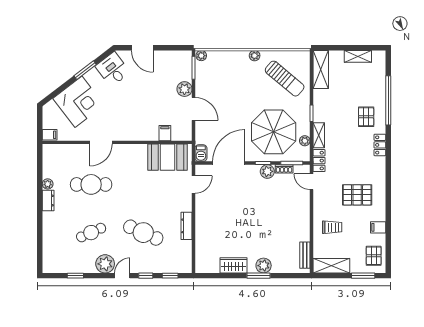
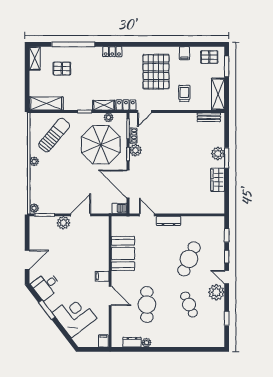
shelving: (358, 56) -> (35, 58), moved
pallet: (366, 117) -> (62, 69), moved
filing cabinet: (165, 133) -> (102, 276), moved
booth: (168, 157) -> (123, 253), moved
pallet: (357, 195) -> (156, 72), width x1.37, depth x1.41
dresser: (48, 201) -> (132, 342), moved
dresser: (187, 226) -> (169, 221), moved

